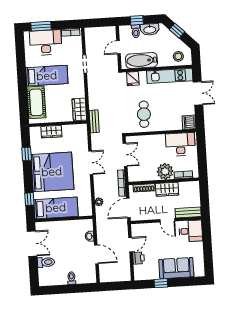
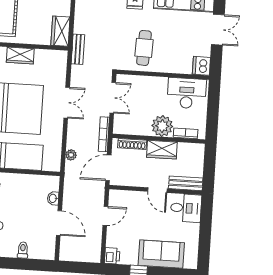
printer: (139, 258) -> (112, 256), moved

